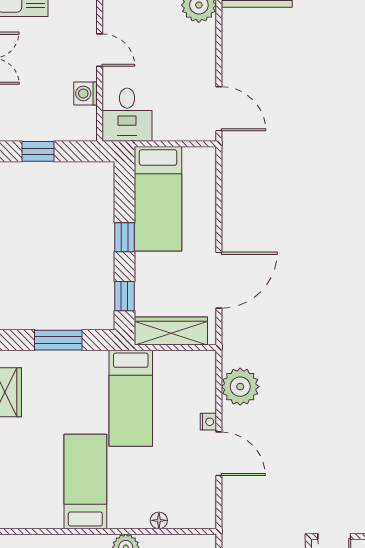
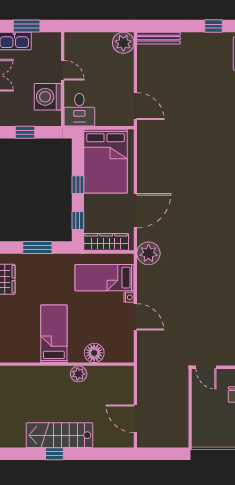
washing machine: (86, 93) -> (48, 97), width x1.89, depth x1.89
bed: (158, 199) -> (105, 161), width x1.50
plant: (240, 387) -> (148, 253), moved
bed: (131, 398) -> (105, 278), moved, turned 90
floor lamp: (159, 520) -> (94, 353), width x1.89, depth x1.89

